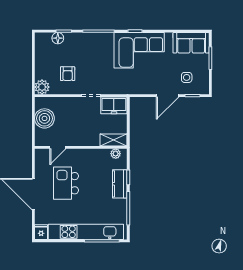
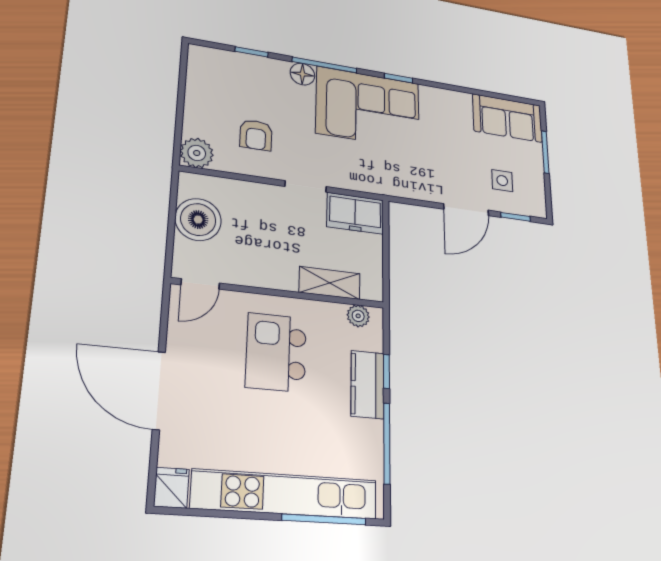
floor lamp: (58, 38) -> (302, 74), moved
corner sofa: (139, 50) -> (368, 108), moved
shelving: (114, 140) -> (330, 283), moved
door: (58, 147) -> (200, 284), moved
kitchen island: (66, 183) -> (276, 352), moved

